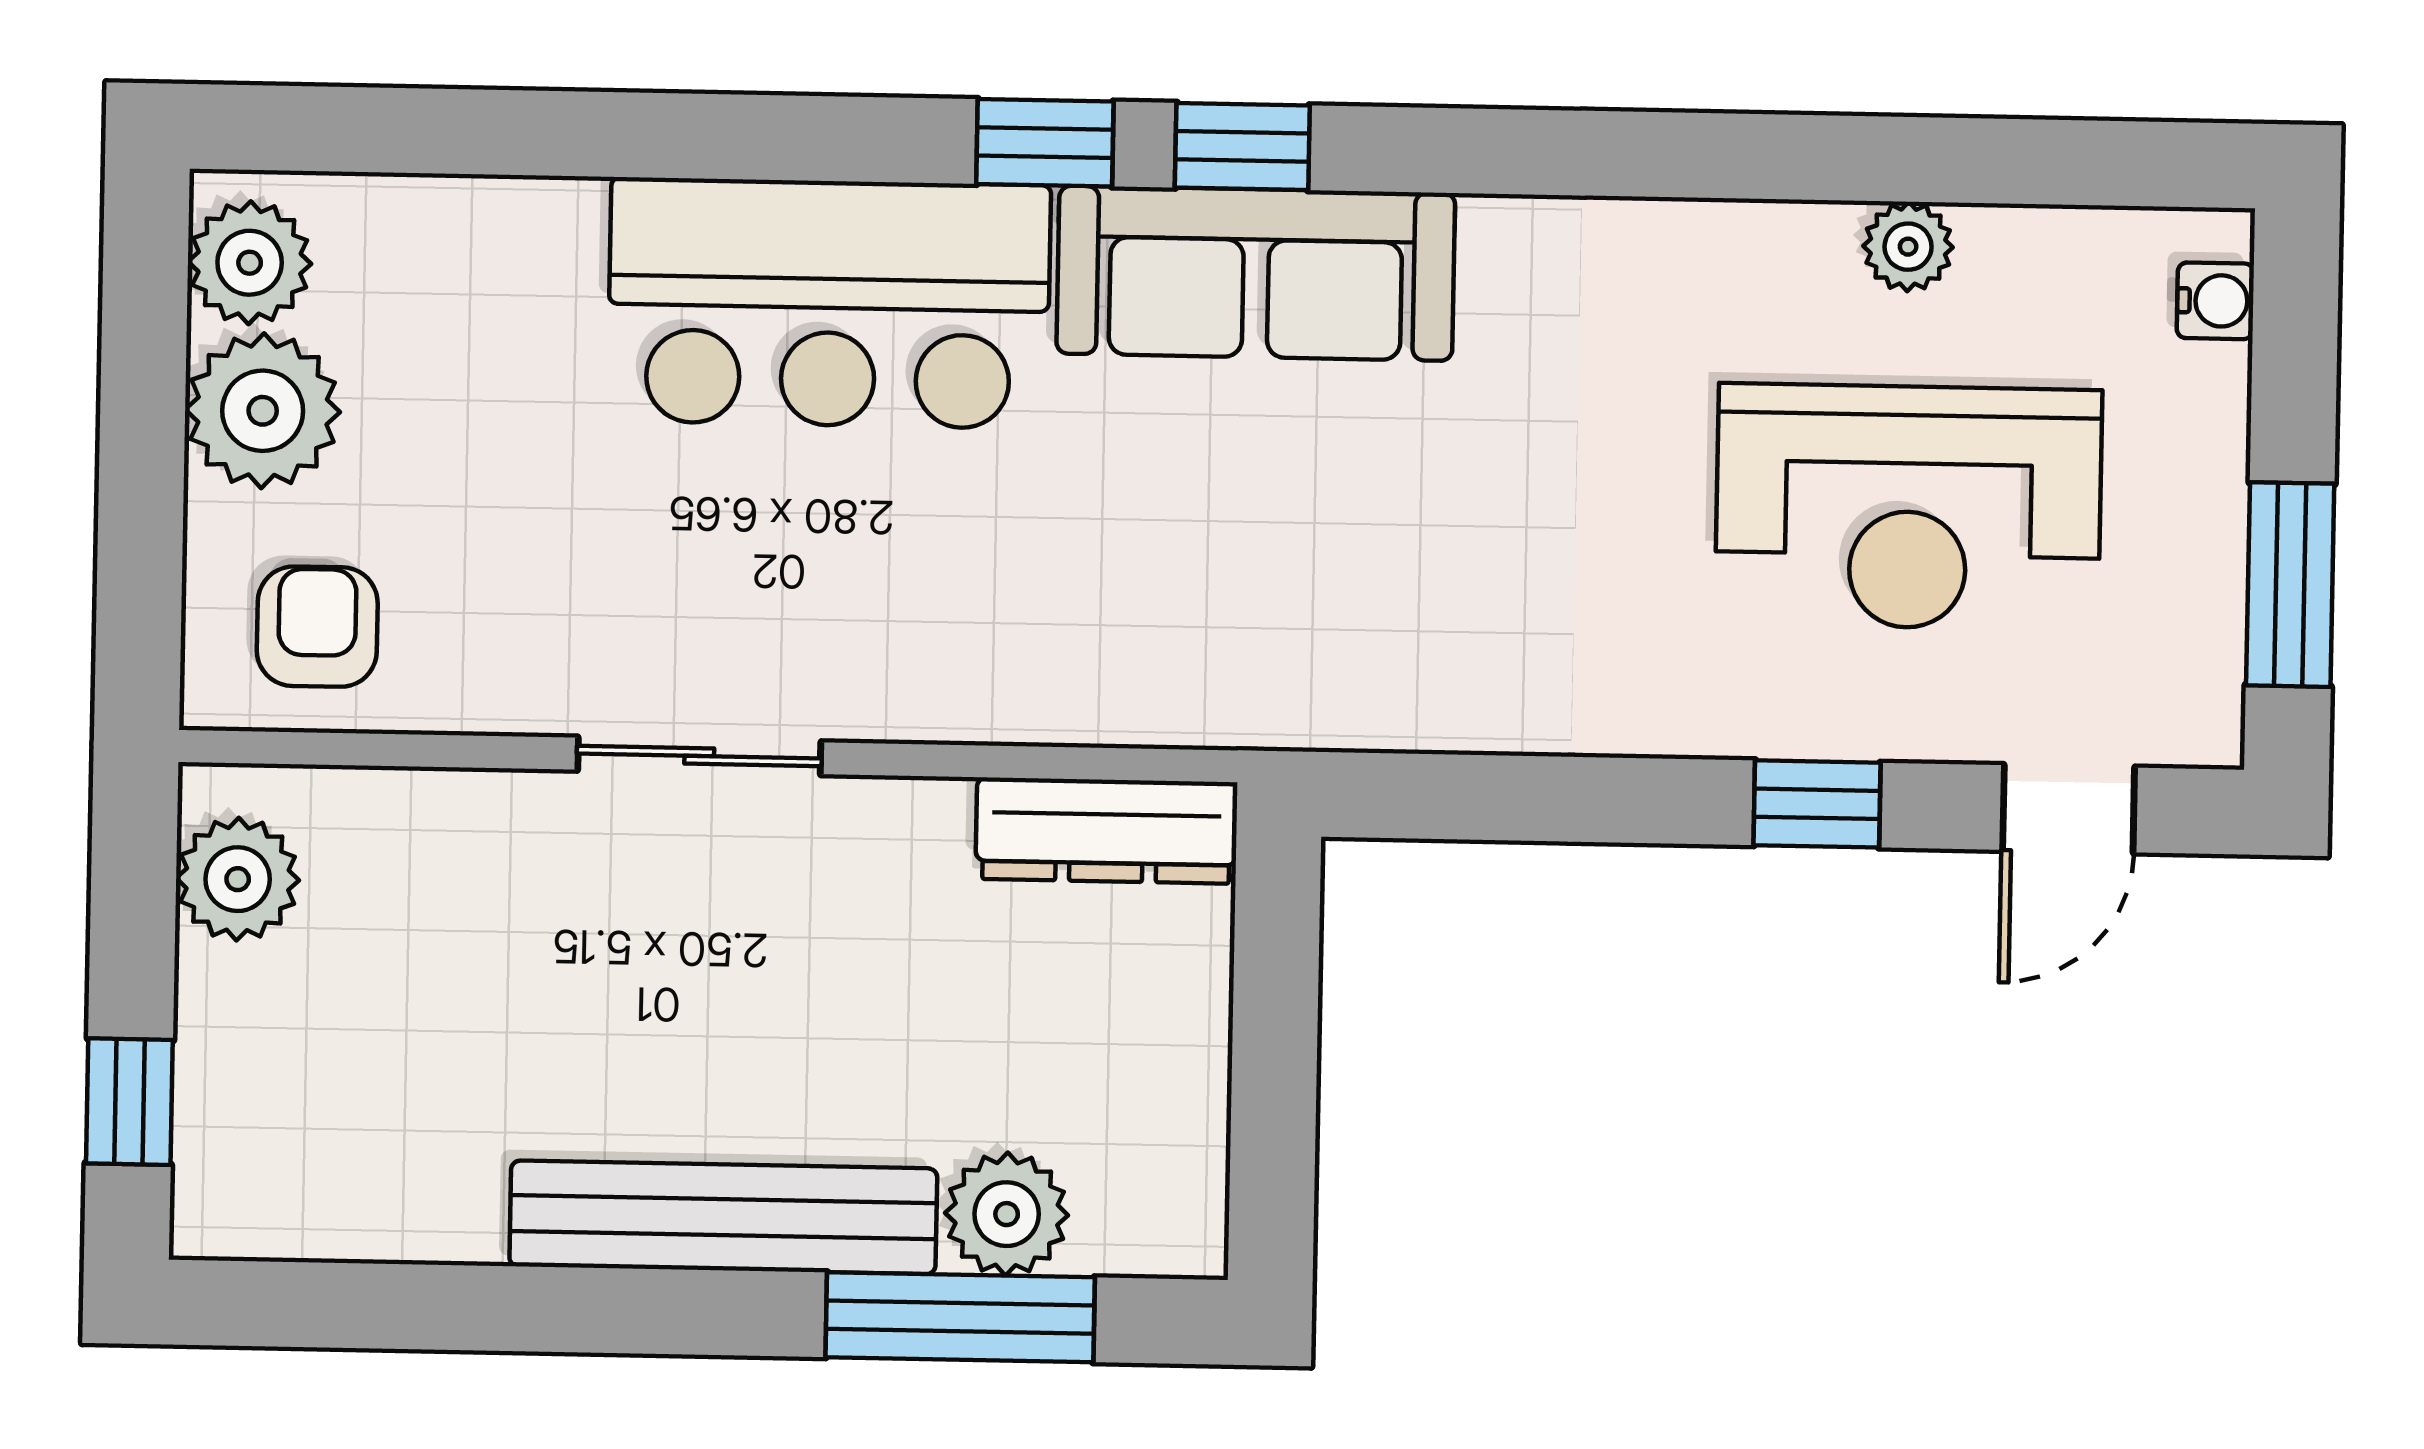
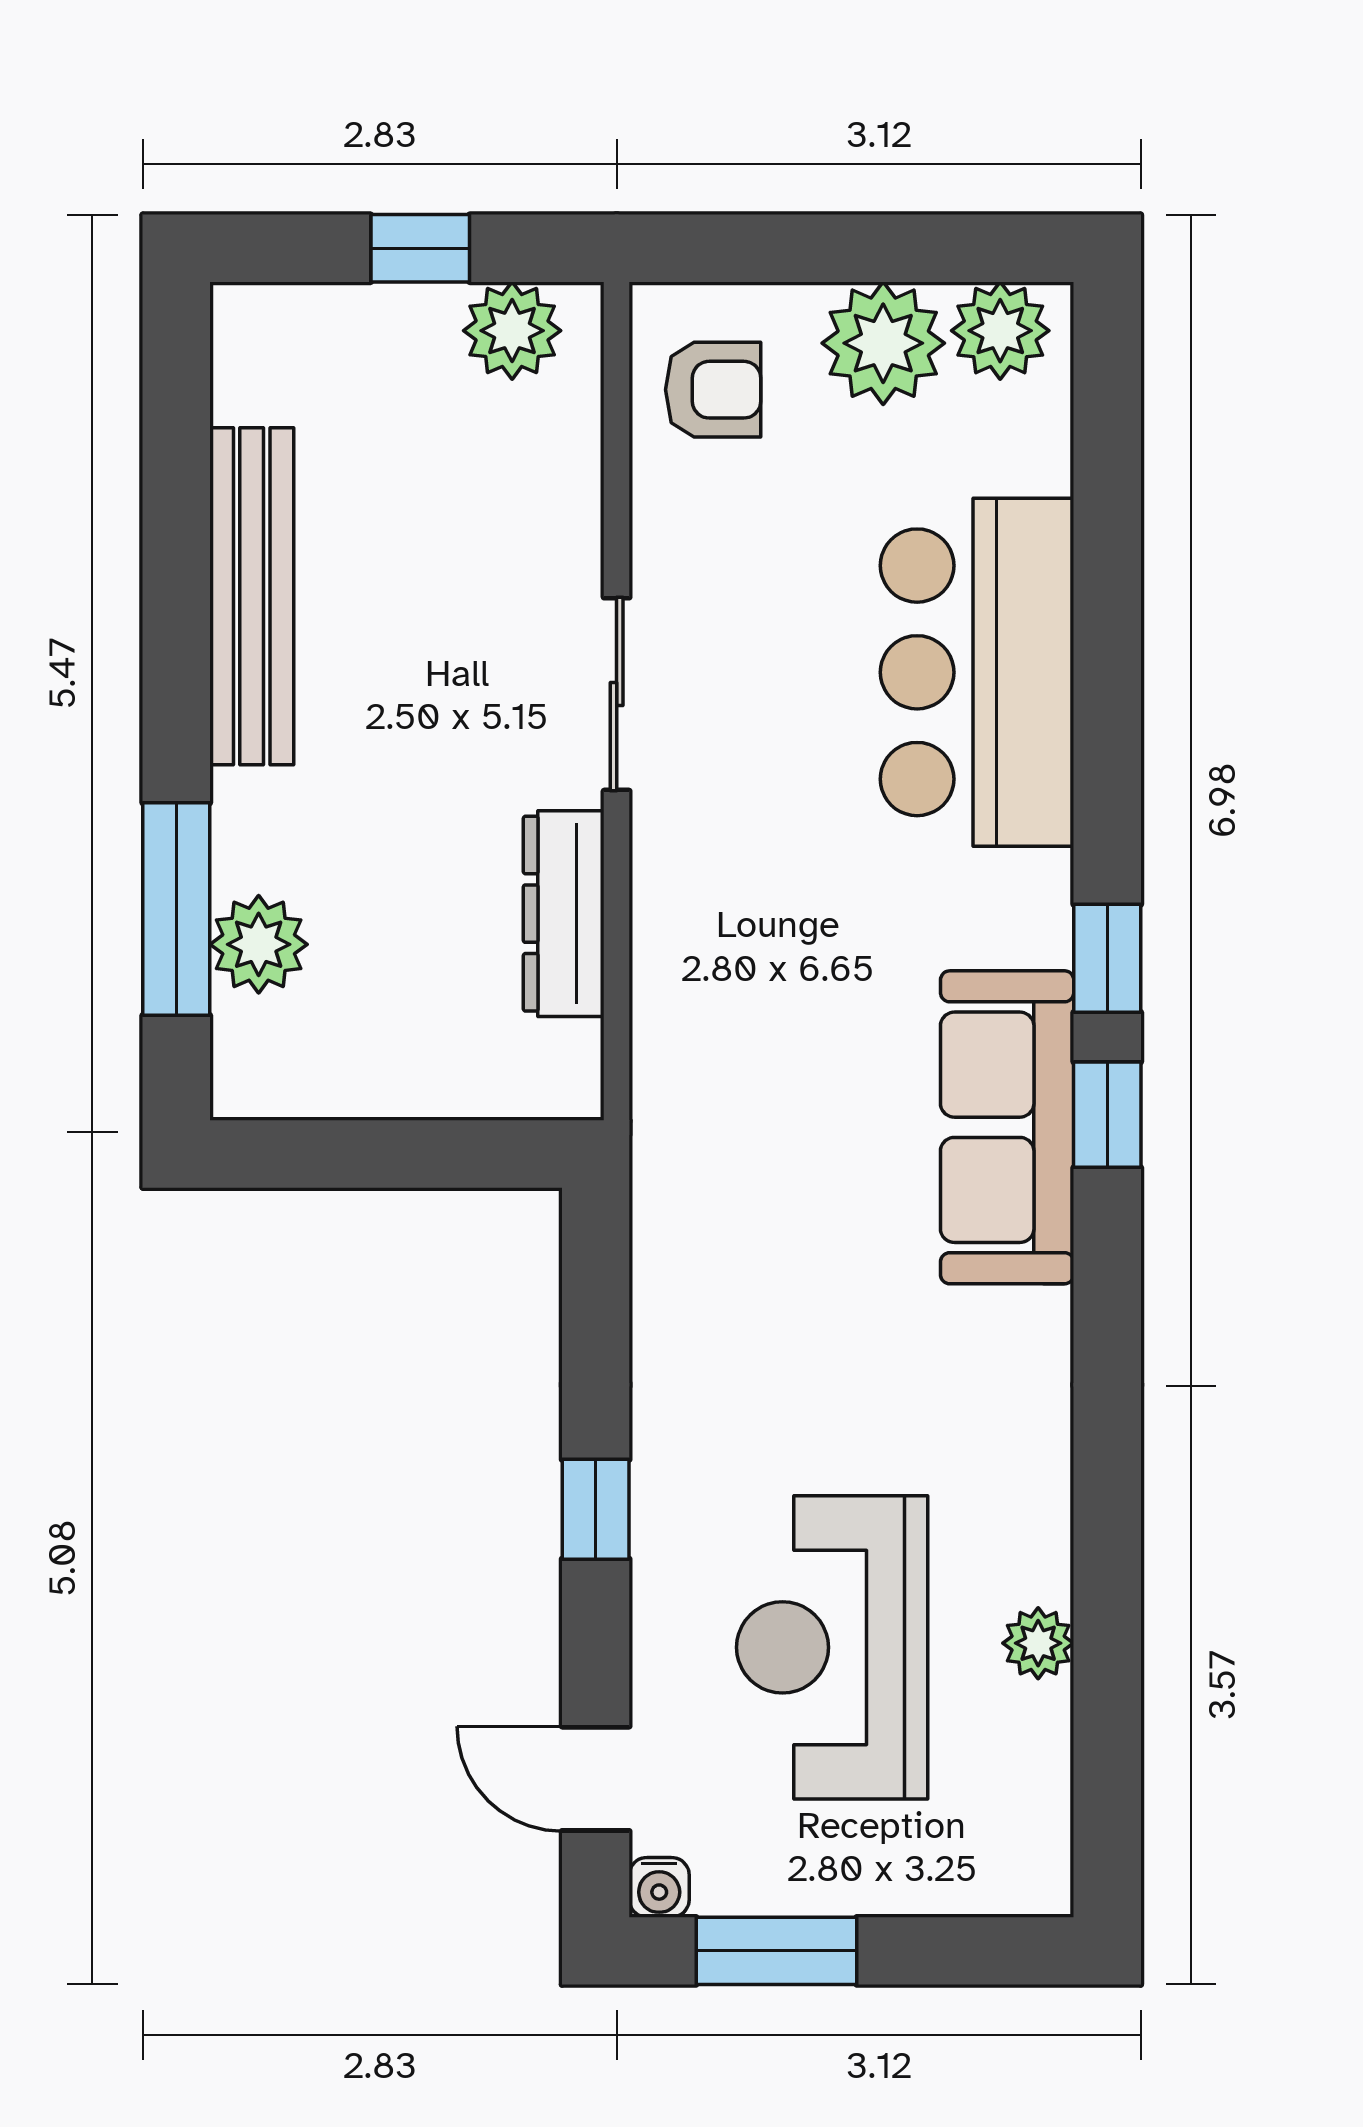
water cooler: (2215, 301) -> (659, 1887), moved
bar counter: (829, 303) -> (977, 672), moved
window: (1817, 804) -> (596, 1509), moved
dresser: (1106, 831) -> (564, 914), moved
window: (129, 1102) -> (420, 248), moved
bench: (723, 1217) -> (252, 596), moved

